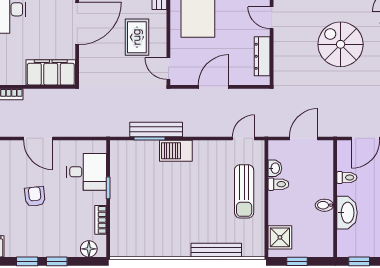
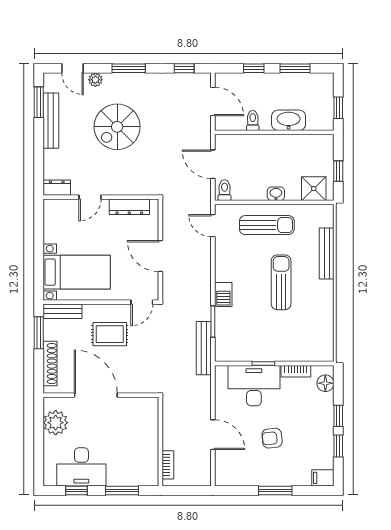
filing cabinet: (51, 72) -> (146, 422), removed
bench: (156, 129) -> (204, 348), moved
door: (38, 138) -> (213, 435), hinge flipped
barbecue: (176, 151) -> (223, 295), width x0.73, depth x0.79
washbasin: (275, 168) -> (276, 194), moved
desk: (87, 172) -> (254, 386), width x1.37
toilet: (278, 184) -> (225, 190), moved
sun lounger: (188, 205) -> (281, 282), added
bidet: (324, 205) -> (281, 143), removed

